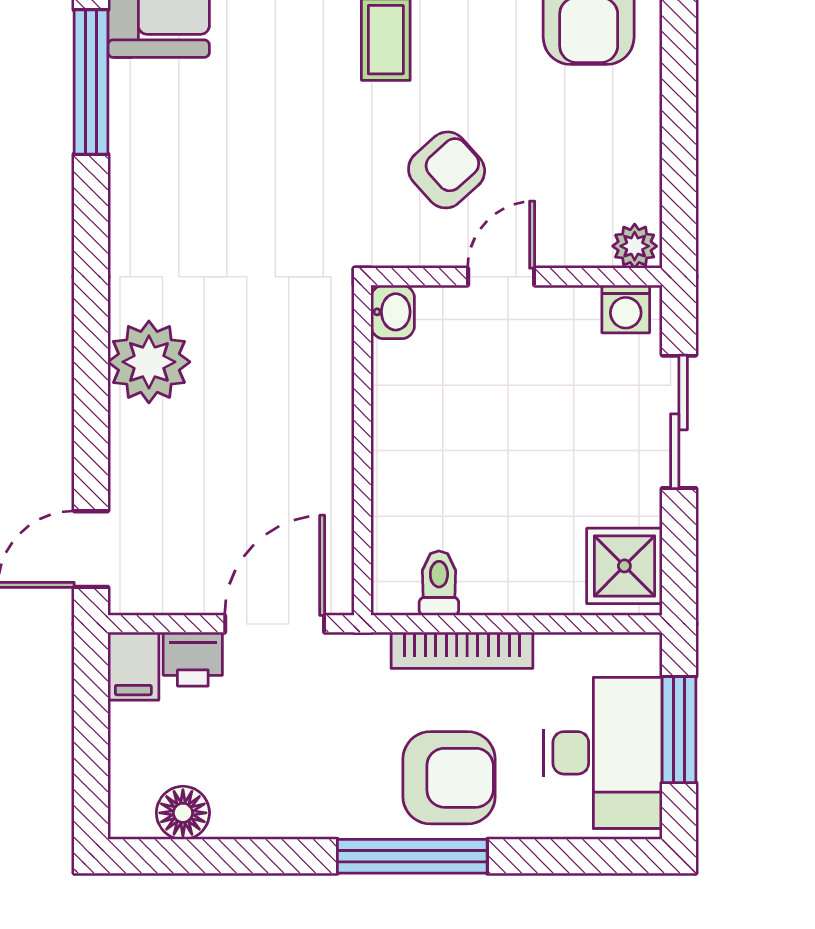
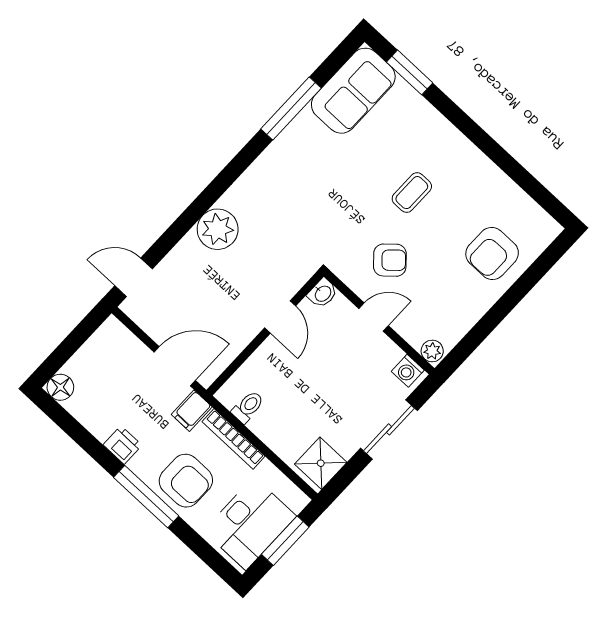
door: (363, 405) -> (280, 317), added
printer: (193, 659) -> (123, 445), moved, turned 180
filing cabinet: (133, 666) -> (192, 411), moved
floor lamp: (183, 813) -> (60, 387), moved

